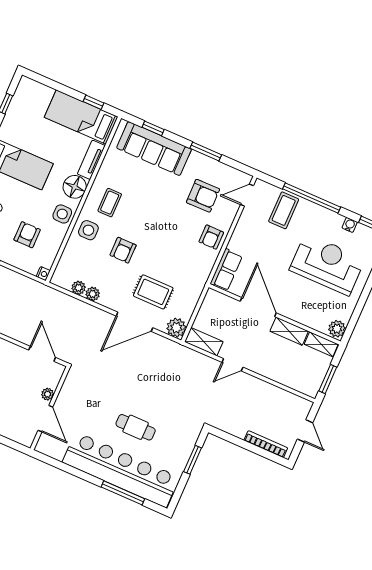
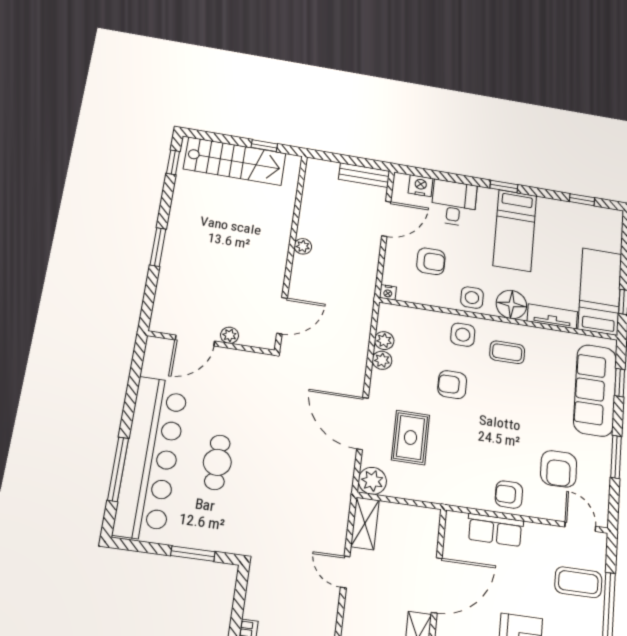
row of seats: (226, 270) -> (495, 530), moved

